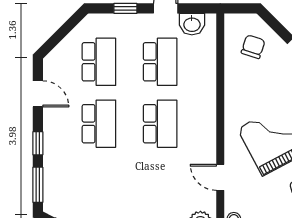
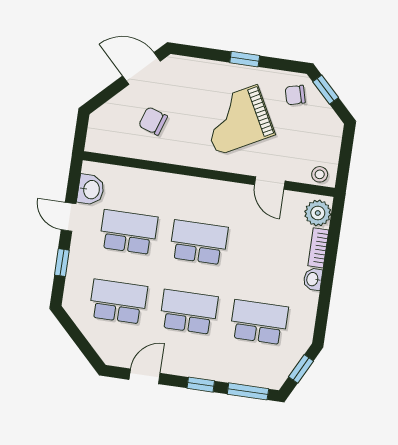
chair: (253, 47) -> (153, 121), moved
door: (220, 177) -> (270, 183), hinge flipped
school desk: (99, 186) -> (259, 322), added

